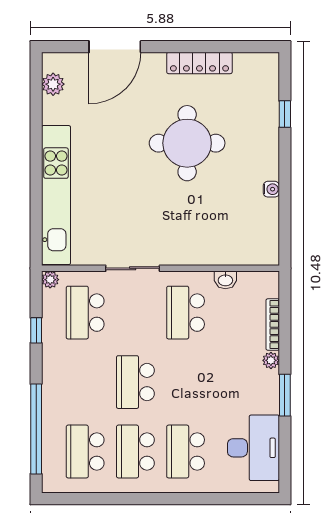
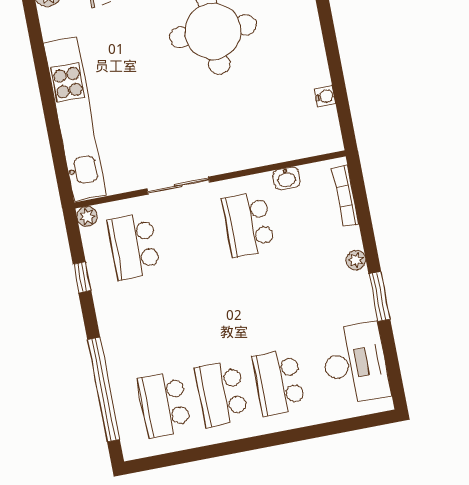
water cooler: (271, 189) -> (325, 96), moved
bookcase: (273, 324) -> (346, 196), moved
school desk: (135, 382) -> (206, 314), removed

